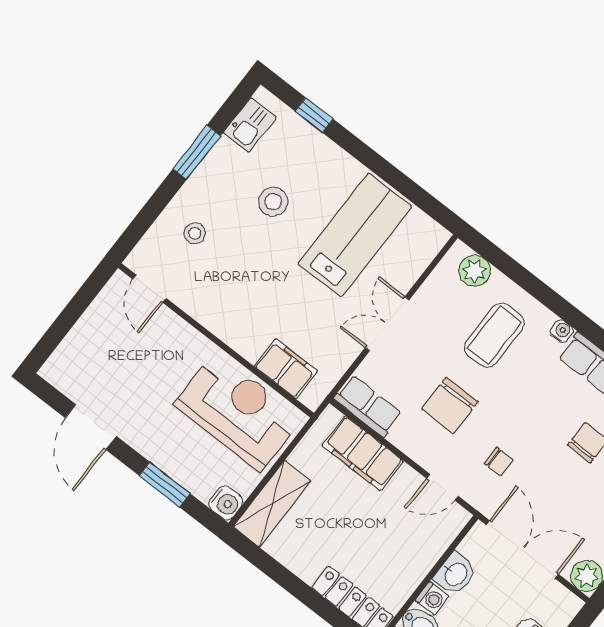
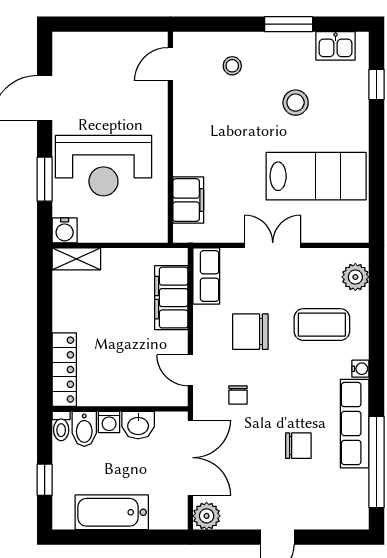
reception desk: (238, 411) -> (103, 166), moved, turned 90
shelving: (272, 504) -> (76, 259), width x0.67, depth x0.75

